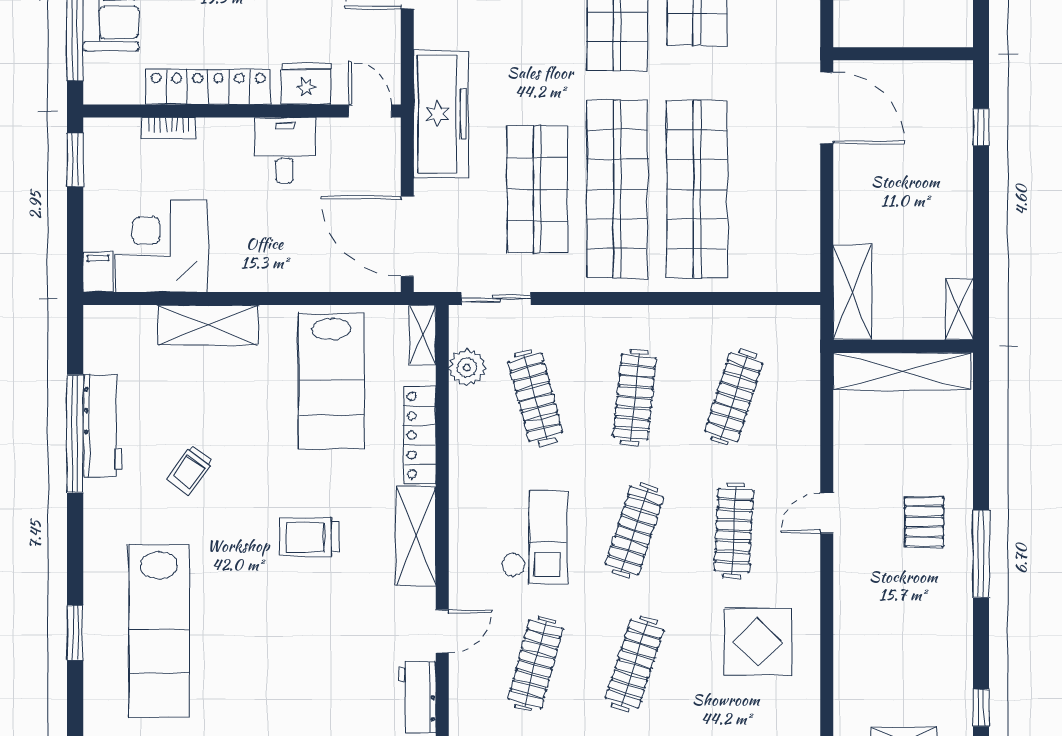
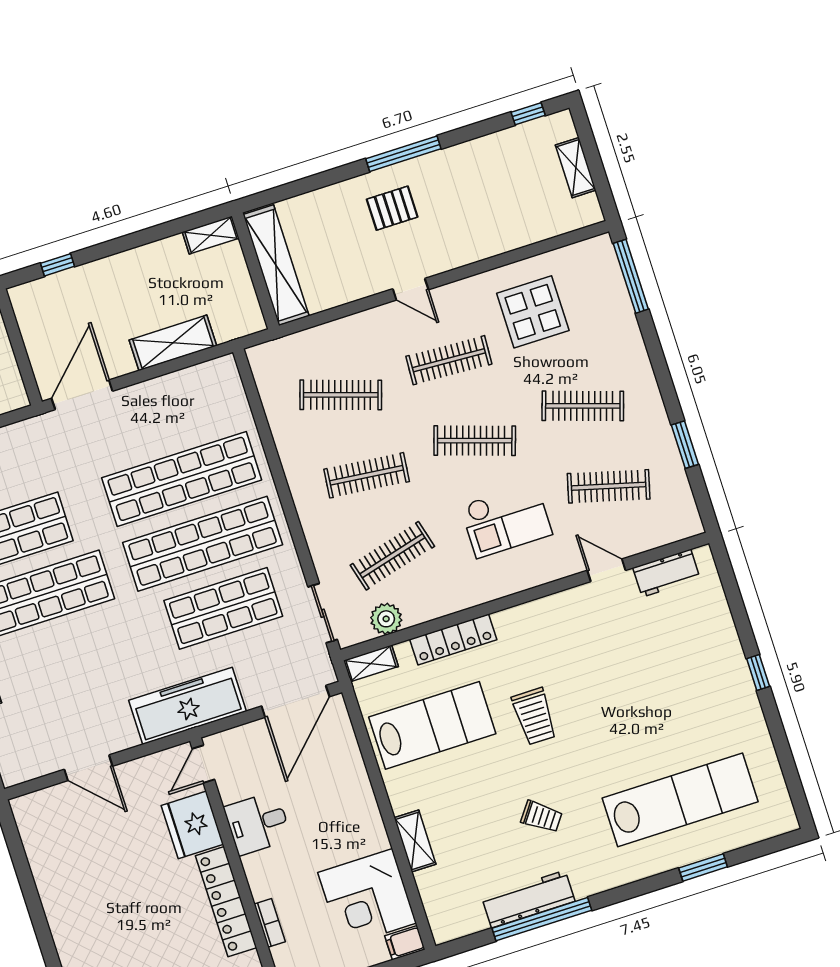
fridge: (306, 84) -> (192, 825), width x1.36, depth x1.34
shelving: (852, 292) -> (173, 343), moved
shelving: (208, 325) -> (415, 841), width x0.67, depth x0.75
shelving: (416, 536) -> (536, 616), removed
trolley: (310, 537) -> (534, 716), moved
checkout: (534, 537) -> (506, 520), turned 180

